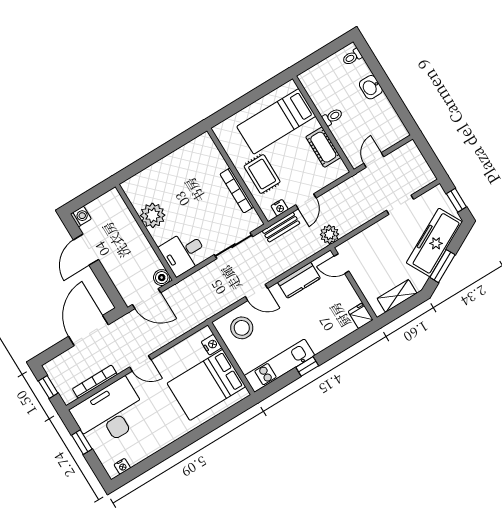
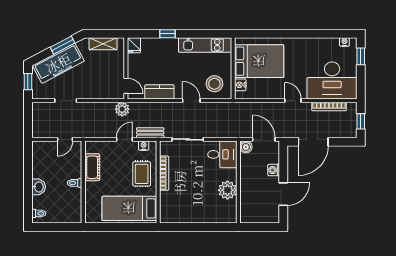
bed: (276, 121) -> (129, 208), moved, turned 180
washing machine: (81, 216) -> (274, 170), moved
window: (307, 366) -> (168, 34), moved
window: (82, 442) -> (361, 56), moved

